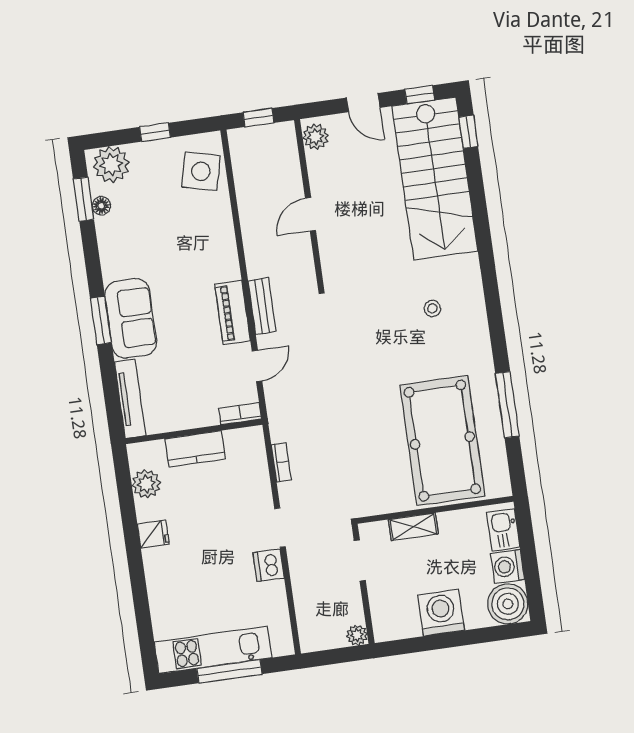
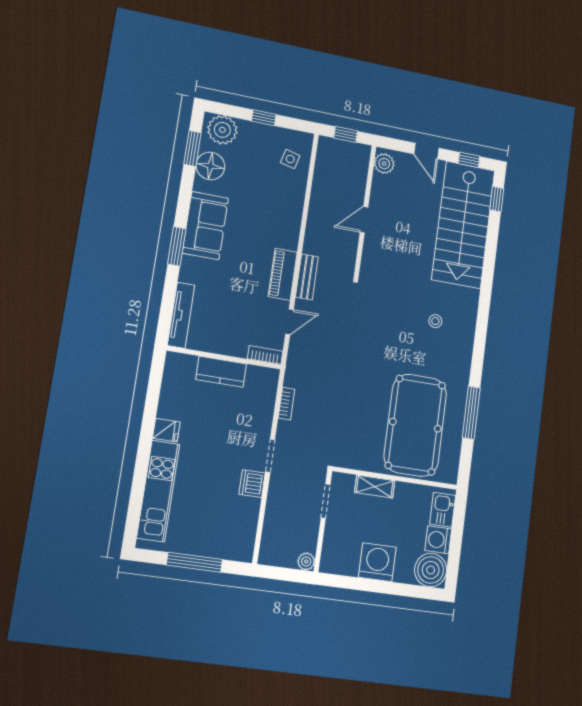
side table: (201, 171) -> (290, 159), width x0.54, depth x0.54
floor lamp: (101, 206) -> (210, 166), width x1.89, depth x1.89
sofa: (131, 318) -> (205, 226), moved
plant: (146, 484) -> (173, 388), removed
kitchen unit: (213, 650) -> (158, 491), moved, turned 90

